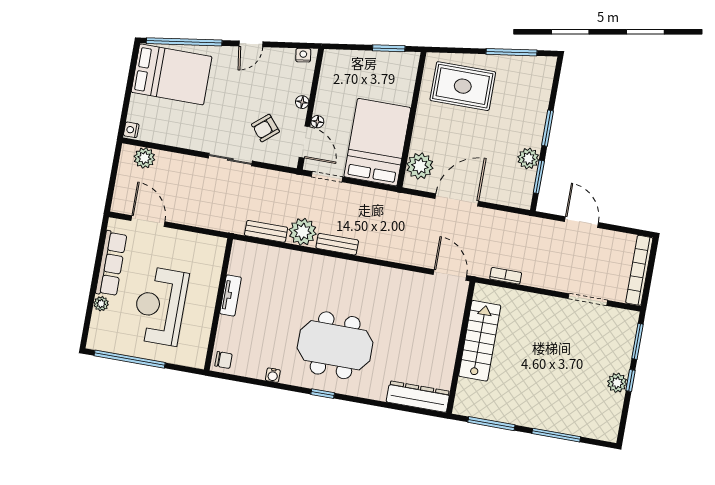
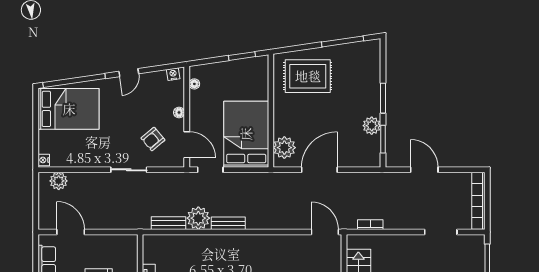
floor lamp: (317, 122) -> (194, 84), moved

